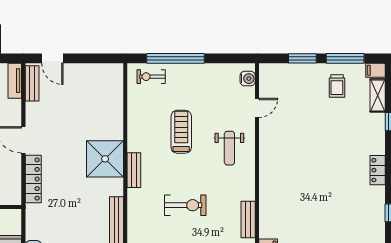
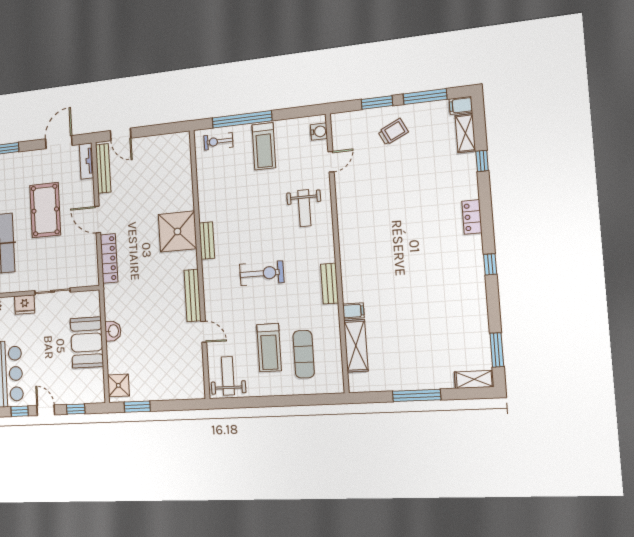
bench: (32, 83) -> (103, 168), width x1.36
trolley: (337, 86) -> (393, 132), moved, turned -116
treadmill: (181, 132) -> (264, 146), moved, turned 180

